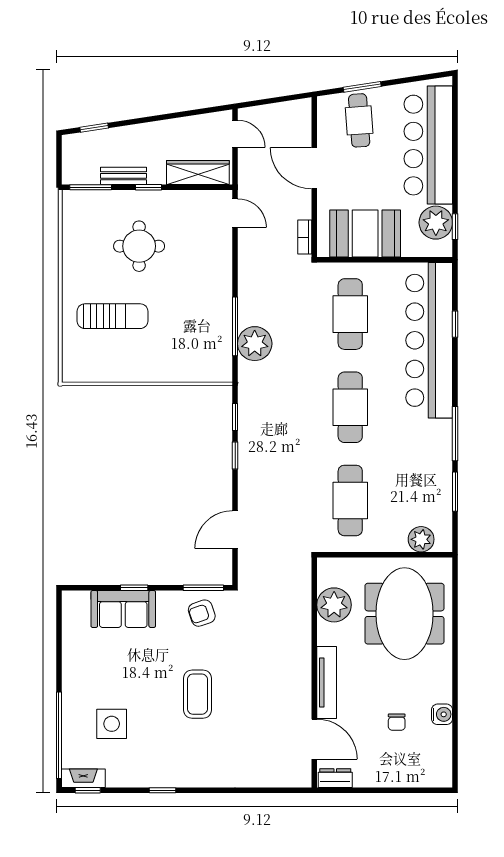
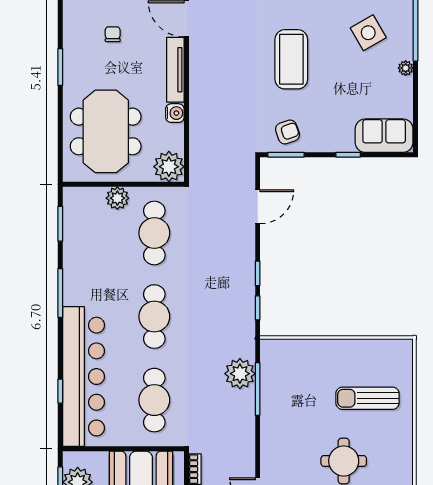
window: (455, 492) -> (60, 224), moved
plant: (421, 539) -> (117, 198), moved
plant: (334, 605) -> (169, 167), moved
sofa: (123, 609) -> (384, 136), moved
plant: (70, 684) -> (406, 68), added
window: (455, 686) -> (60, 67), added
coffee table: (197, 694) -> (291, 59), width x1.36, depth x1.32
water cooler: (442, 714) -> (175, 113), moved, turned 180
side table: (112, 724) -> (368, 33), turned -30

